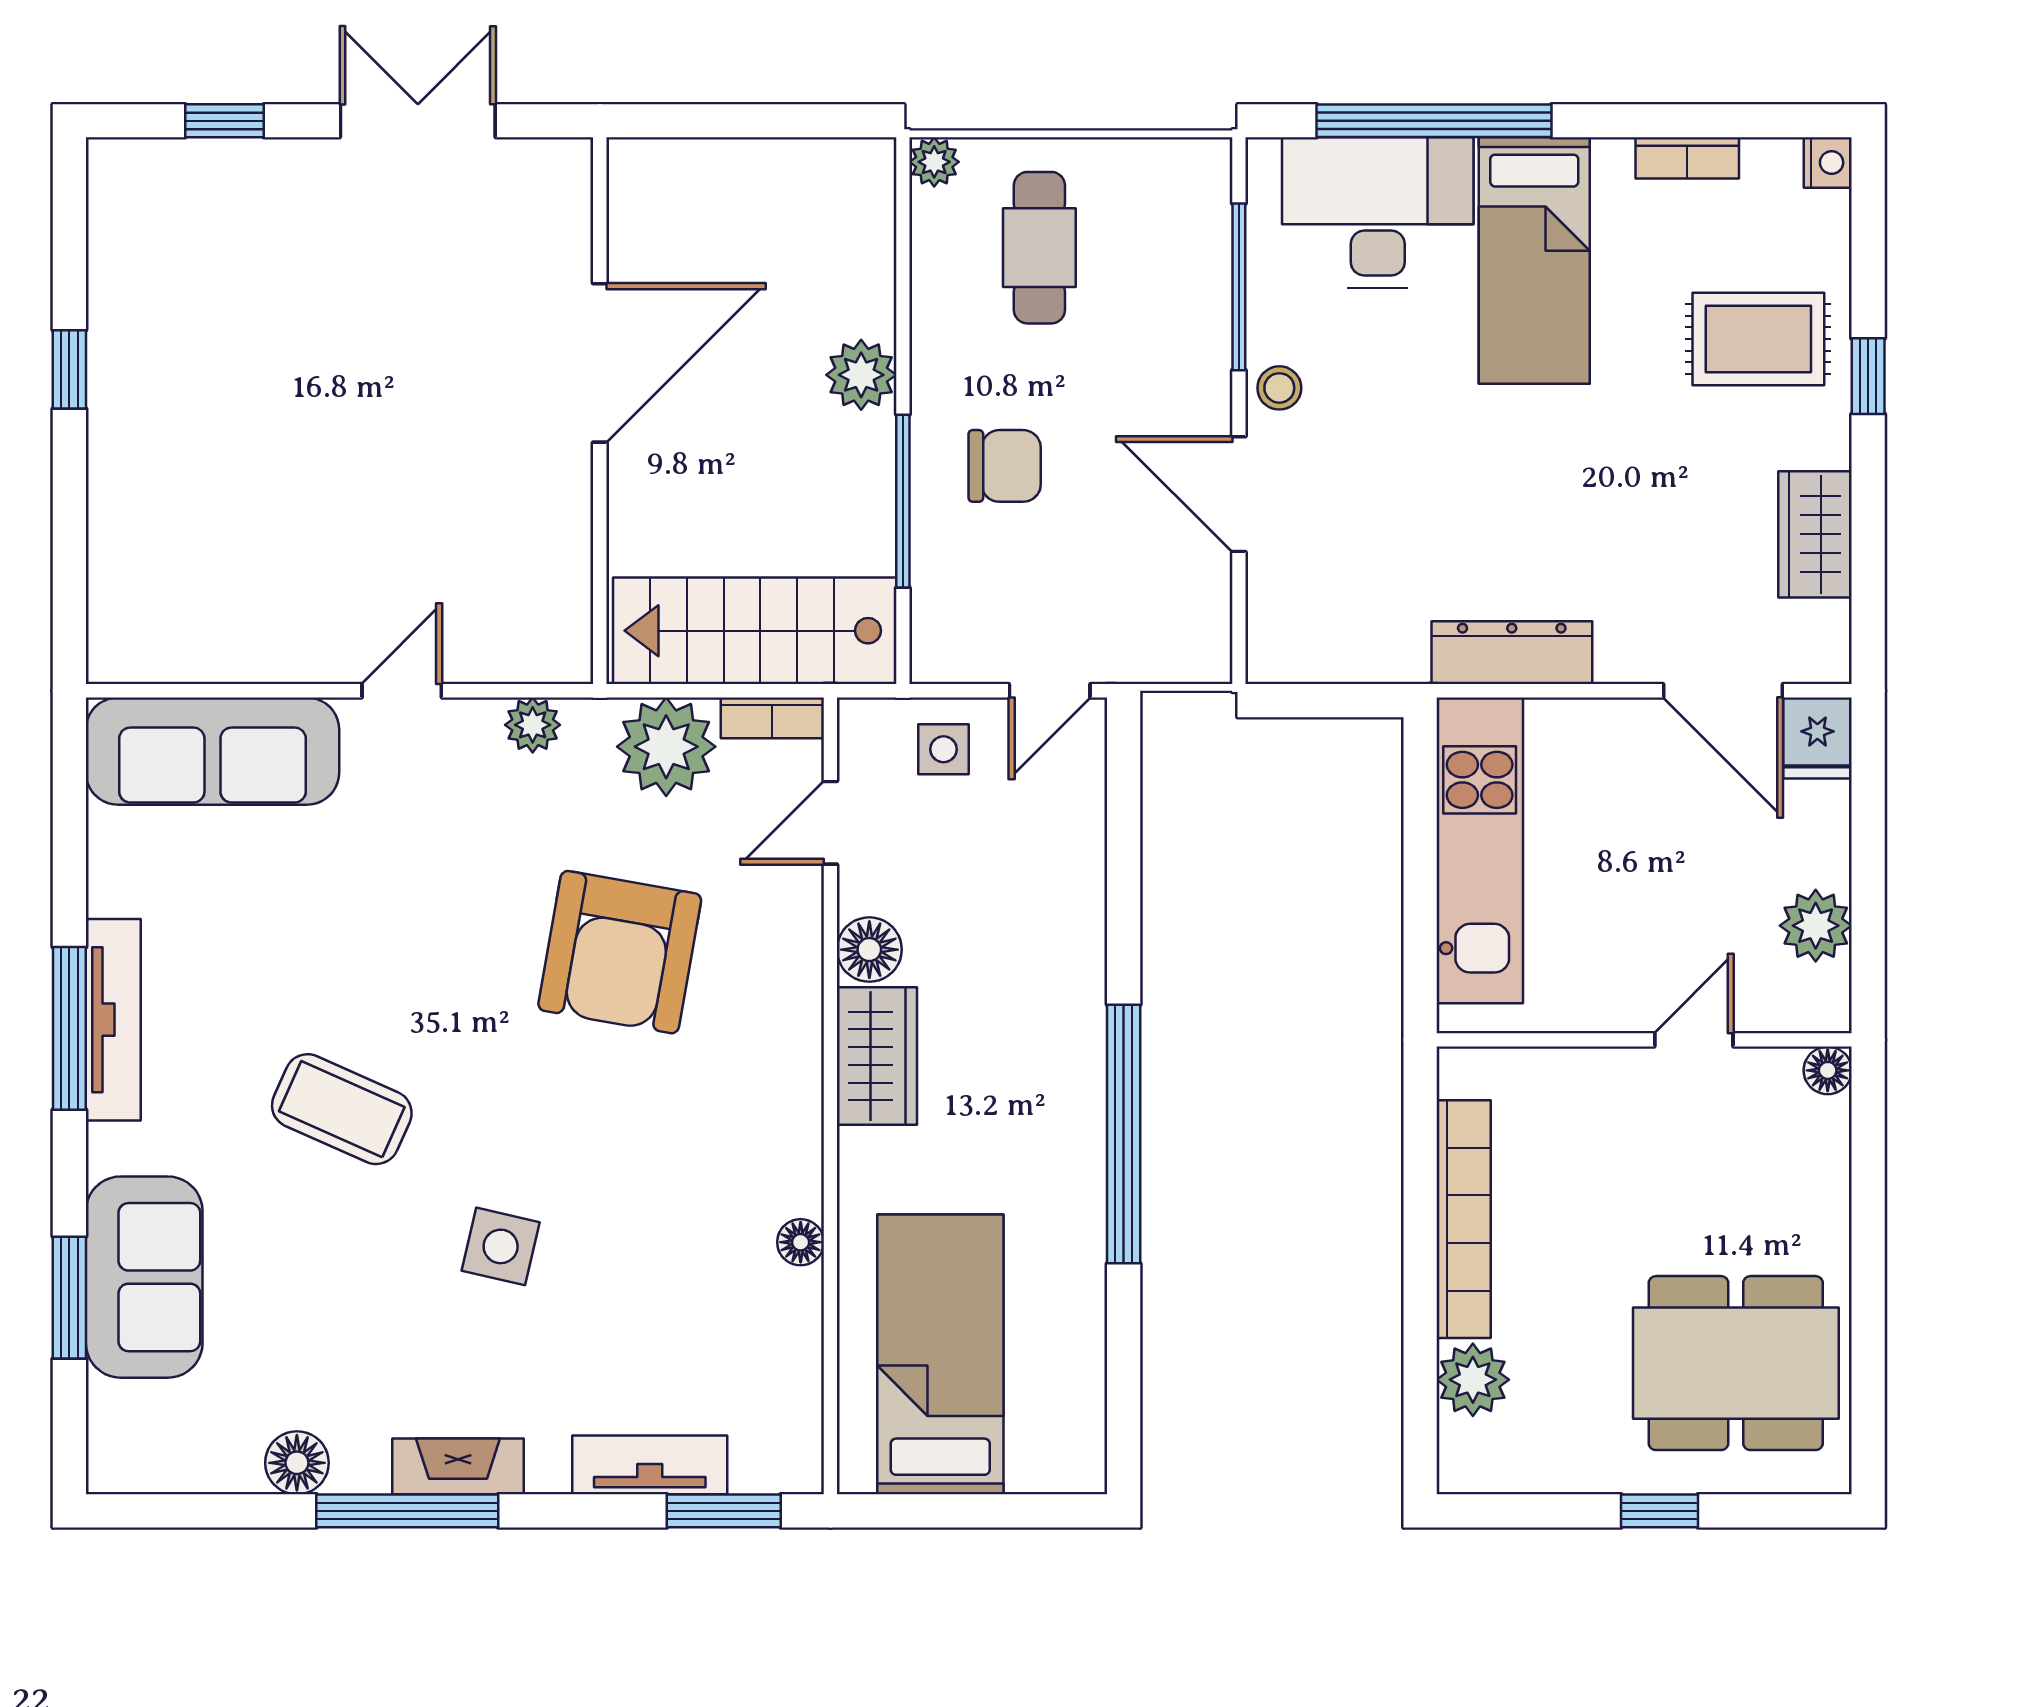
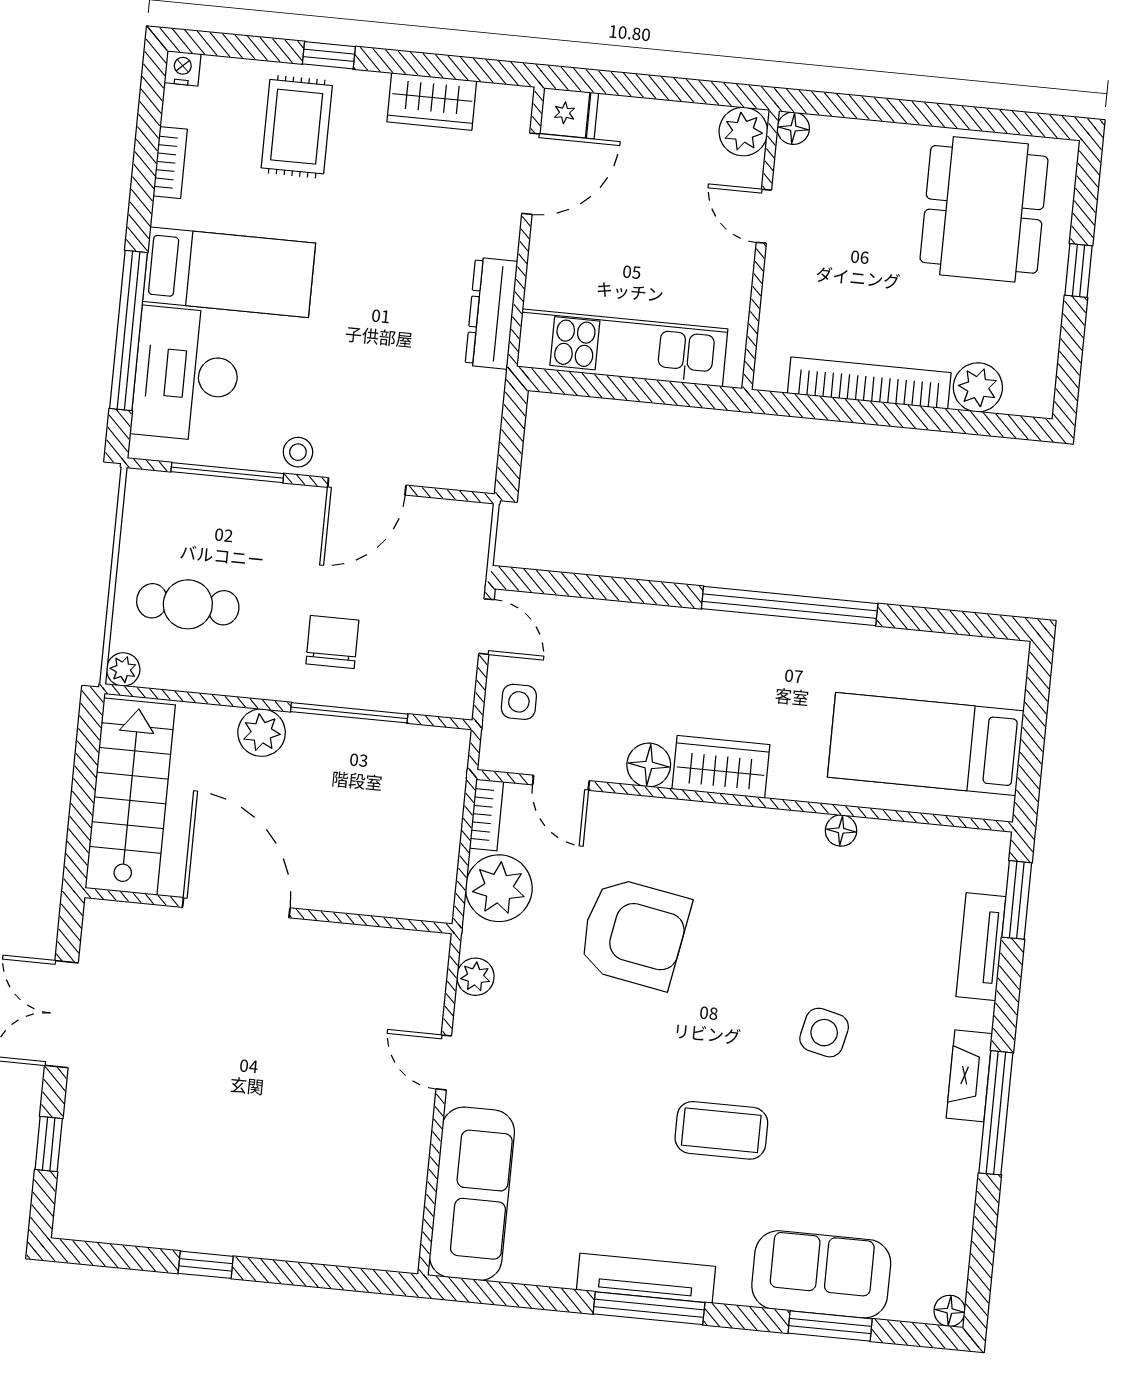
stairs: (755, 631) -> (130, 797), moved, turned 180
plant: (1816, 926) -> (743, 132), moved
coffee table: (342, 1109) -> (721, 1130), turned 66
floor lamp: (297, 1463) -> (950, 1311), moved, width x0.73, depth x0.73

